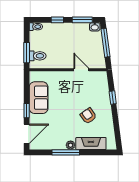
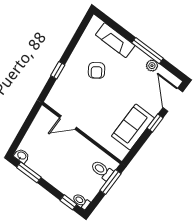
window: (57, 20) -> (68, 202), moved
window: (106, 43) -> (23, 131), removed
door: (81, 70) -> (68, 123), hinge flipped
door: (27, 134) -> (173, 100), hinge flipped
plant: (71, 145) -> (152, 66), moved

